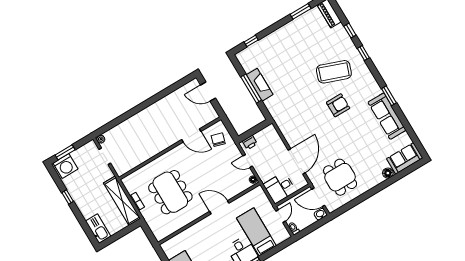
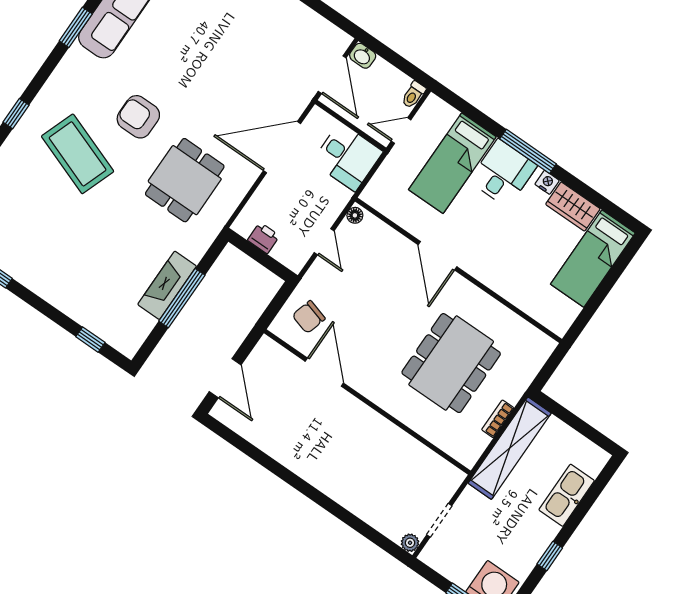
printer: (250, 142) -> (264, 238), moved
dining table: (340, 177) -> (185, 180), moved
kitchen sink: (98, 229) -> (567, 495), moved

